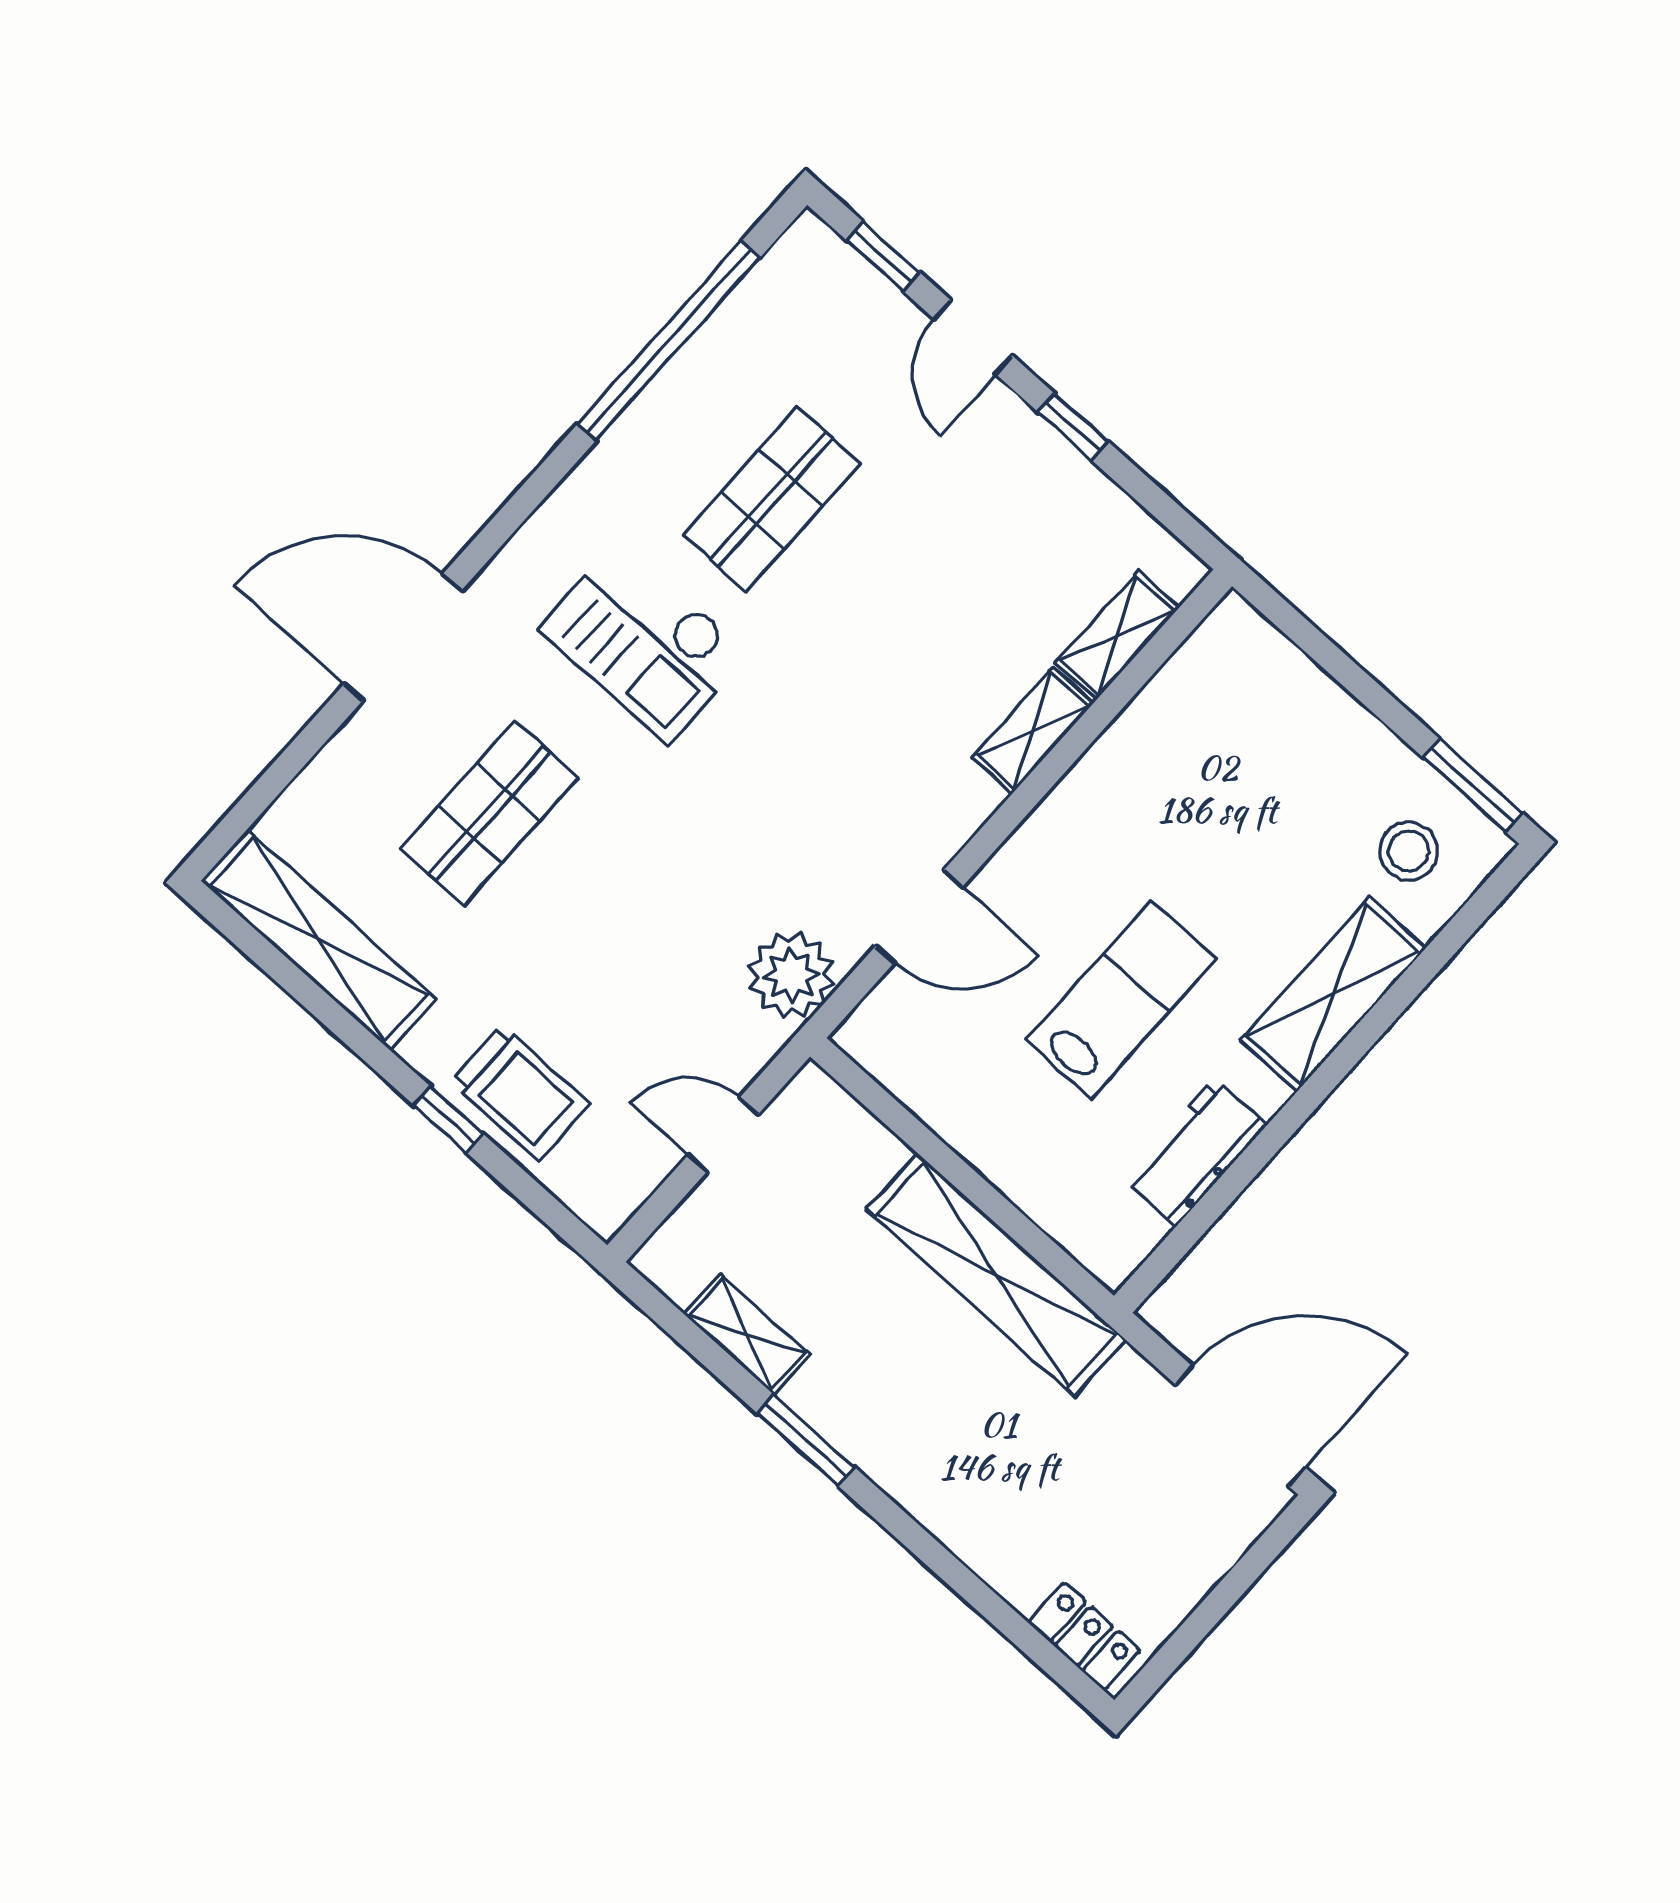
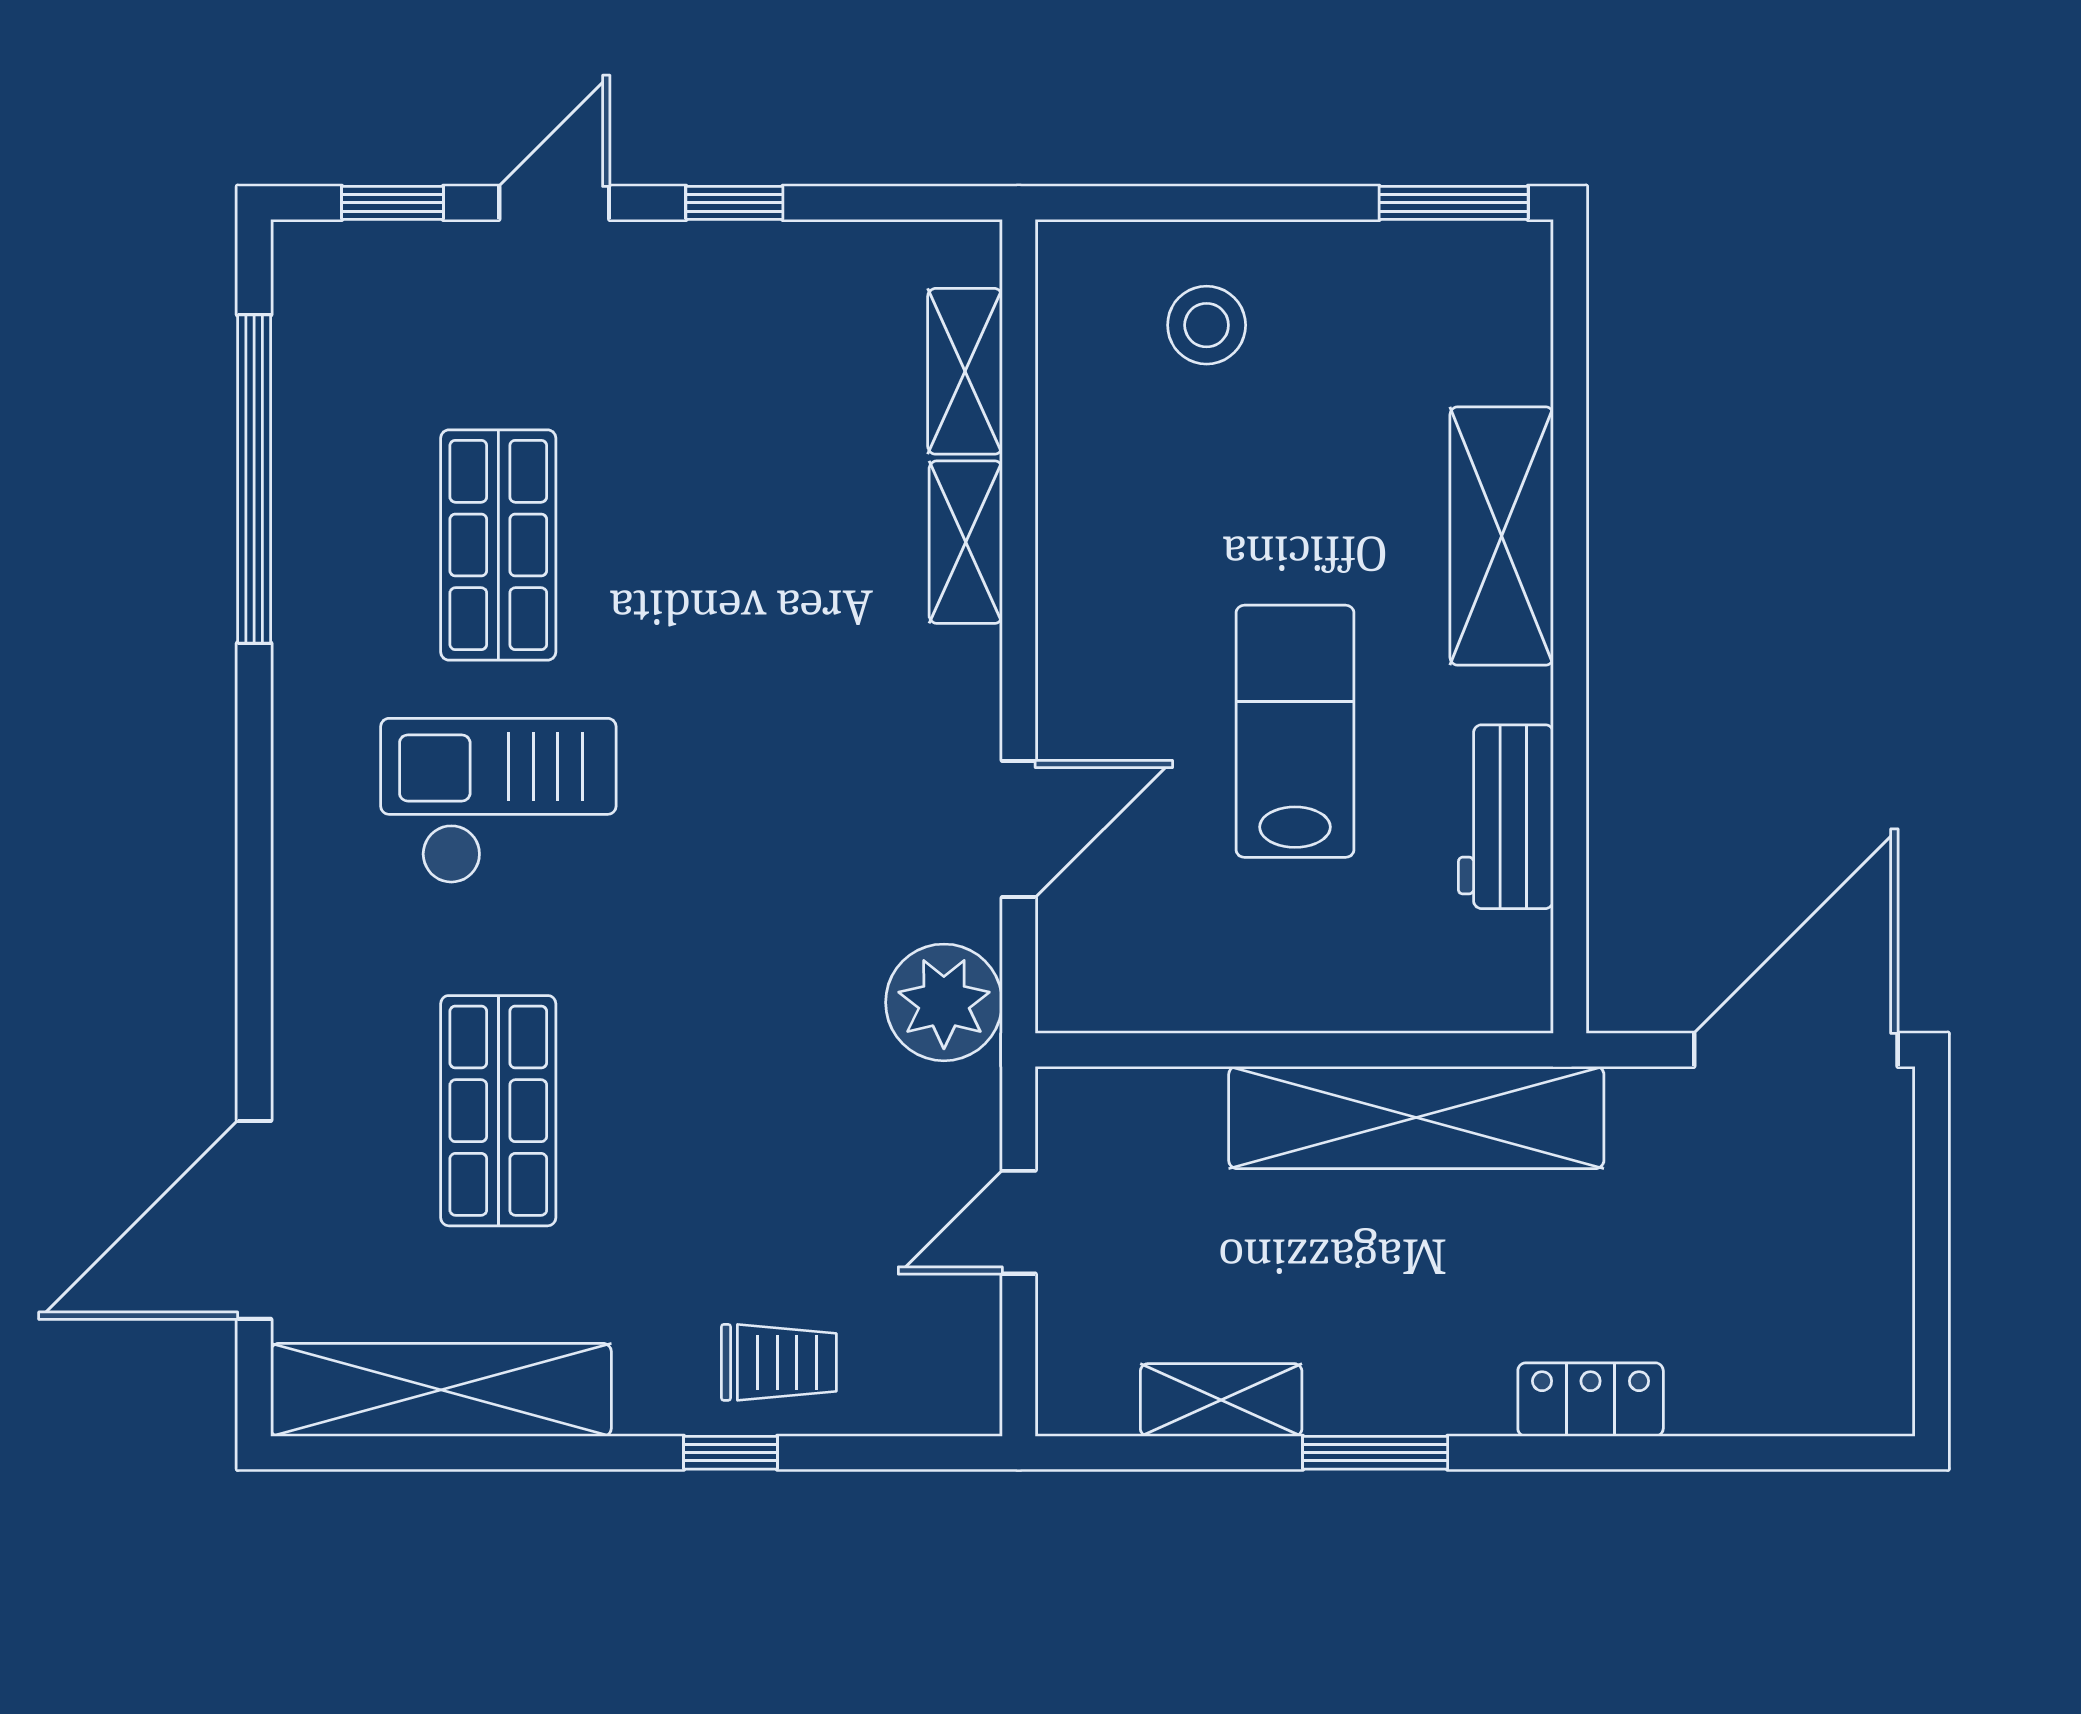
door: (973, 337) -> (554, 203), swing flipped
door: (403, 637) -> (254, 1220), moved
checkout: (644, 641) -> (498, 801), turned 180
stool: (1409, 851) -> (1207, 325), moved
trolley: (520, 1093) -> (779, 1362), width x0.73, depth x0.72
locker: (1084, 1636) -> (1591, 1400), moved

